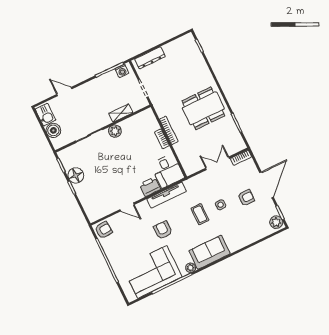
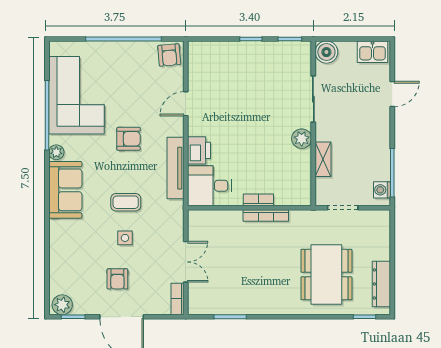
dresser: (150, 58) -> (381, 284), moved
dining table: (203, 108) -> (326, 275), moved
boiler: (53, 130) -> (326, 52), moved
floor lamp: (76, 175) -> (266, 53), removed

